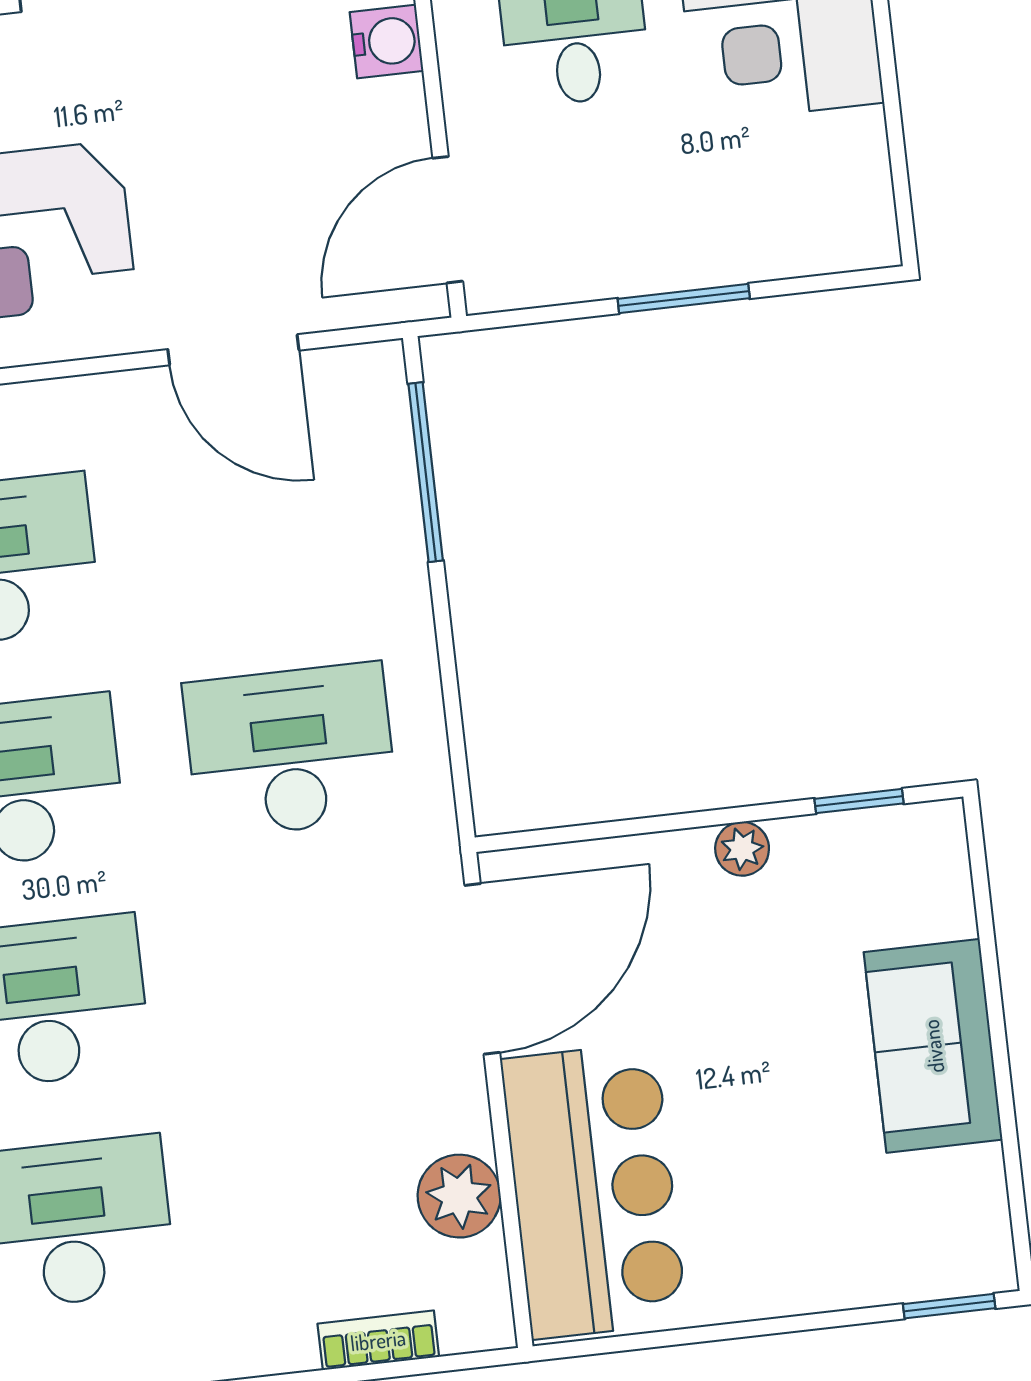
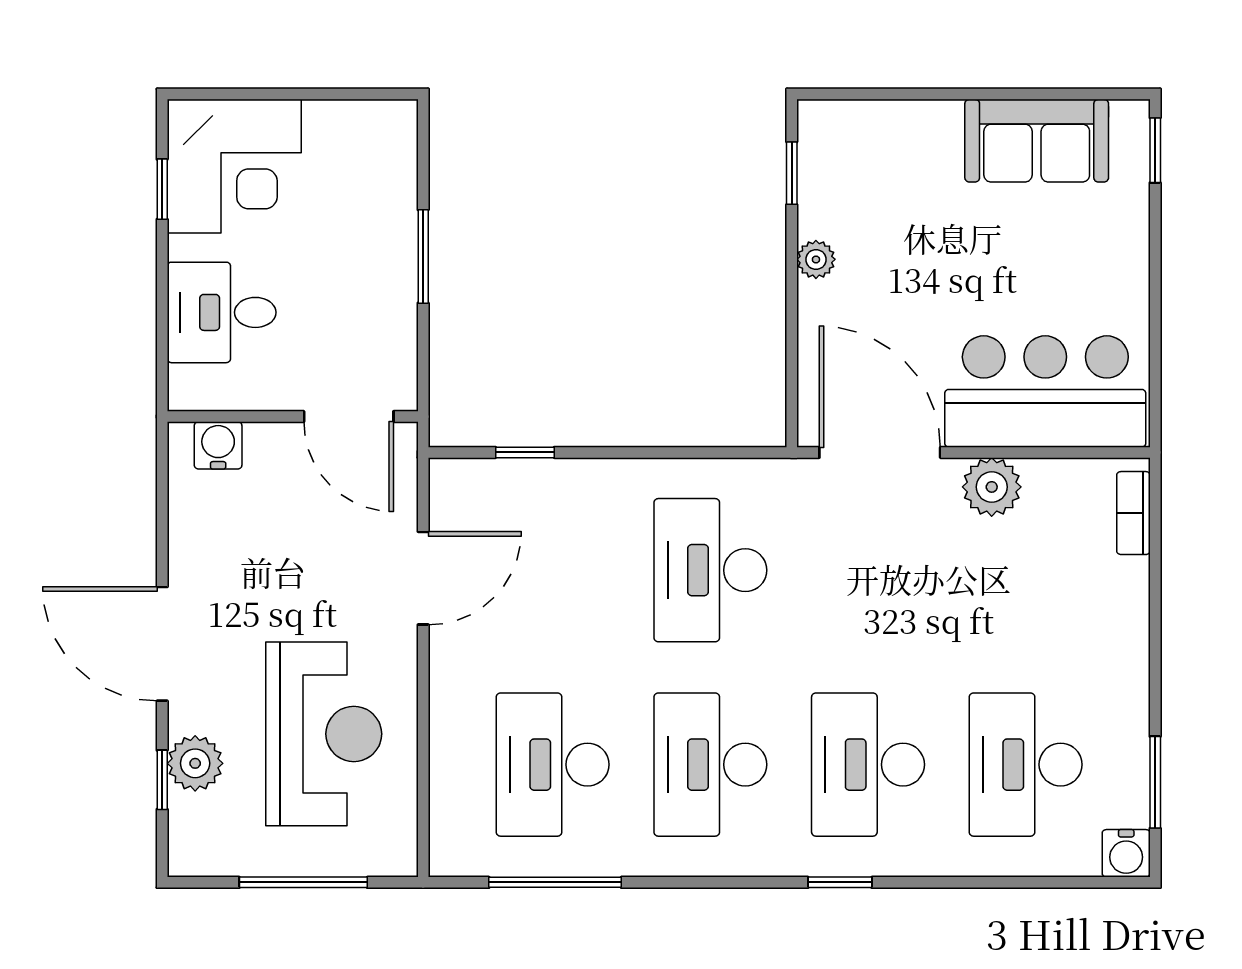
window: (426, 472) -> (525, 452), width x0.46
sofa: (933, 1046) -> (1037, 141), moved
plant: (459, 1196) -> (992, 487), moved
bookcase: (378, 1340) -> (1133, 513), moved

